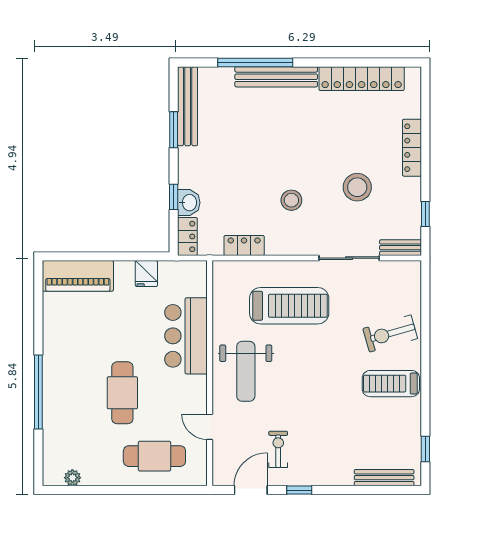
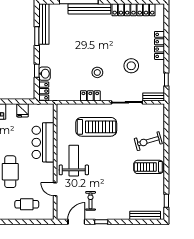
locker: (244, 246) -> (90, 96), moved
weight bench: (246, 371) -> (74, 161), turned 180
cafe table: (154, 456) -> (27, 204), width x0.73, depth x0.74

